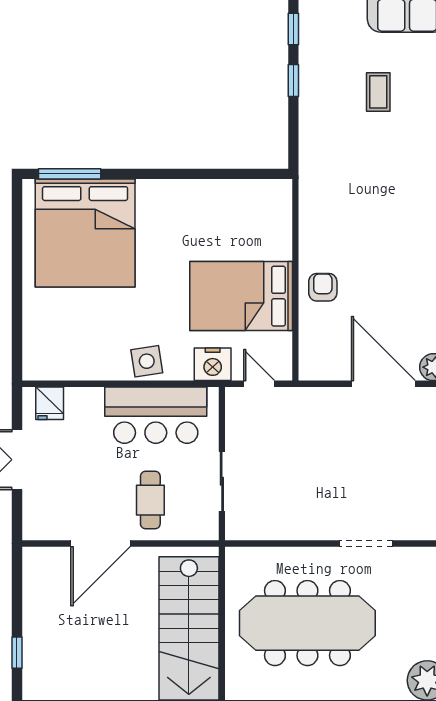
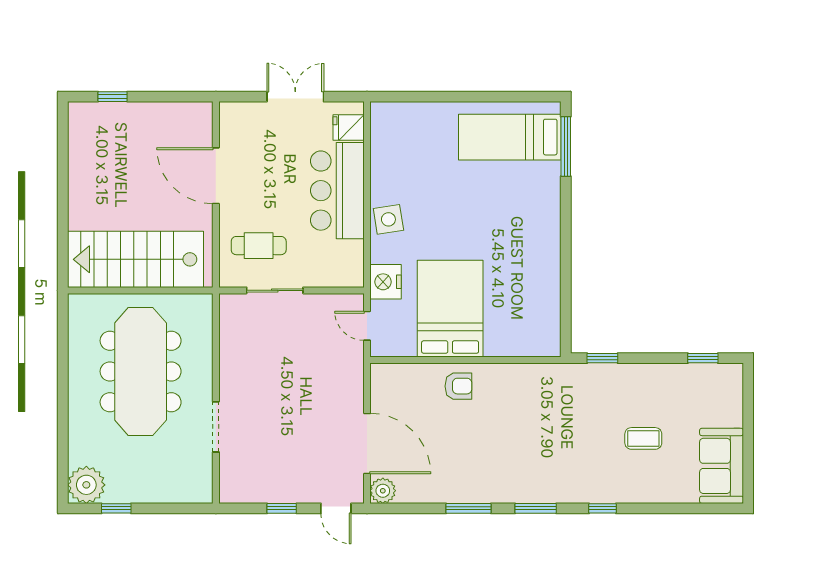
window: (293, 81) -> (602, 358), moved
bed: (85, 233) -> (510, 137), width x0.49
door: (259, 384) -> (367, 326), swing flipped
door: (383, 384) -> (367, 443), hinge flipped
bar counter: (156, 415) -> (337, 191), moved
cafe table: (150, 500) -> (259, 246), moved

